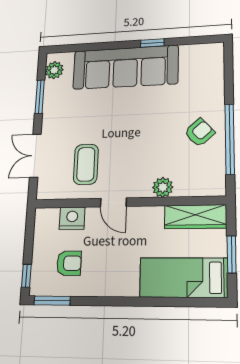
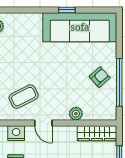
sofa: (125, 67) -> (80, 27), moved
coffee table: (86, 164) -> (24, 97), turned 63

